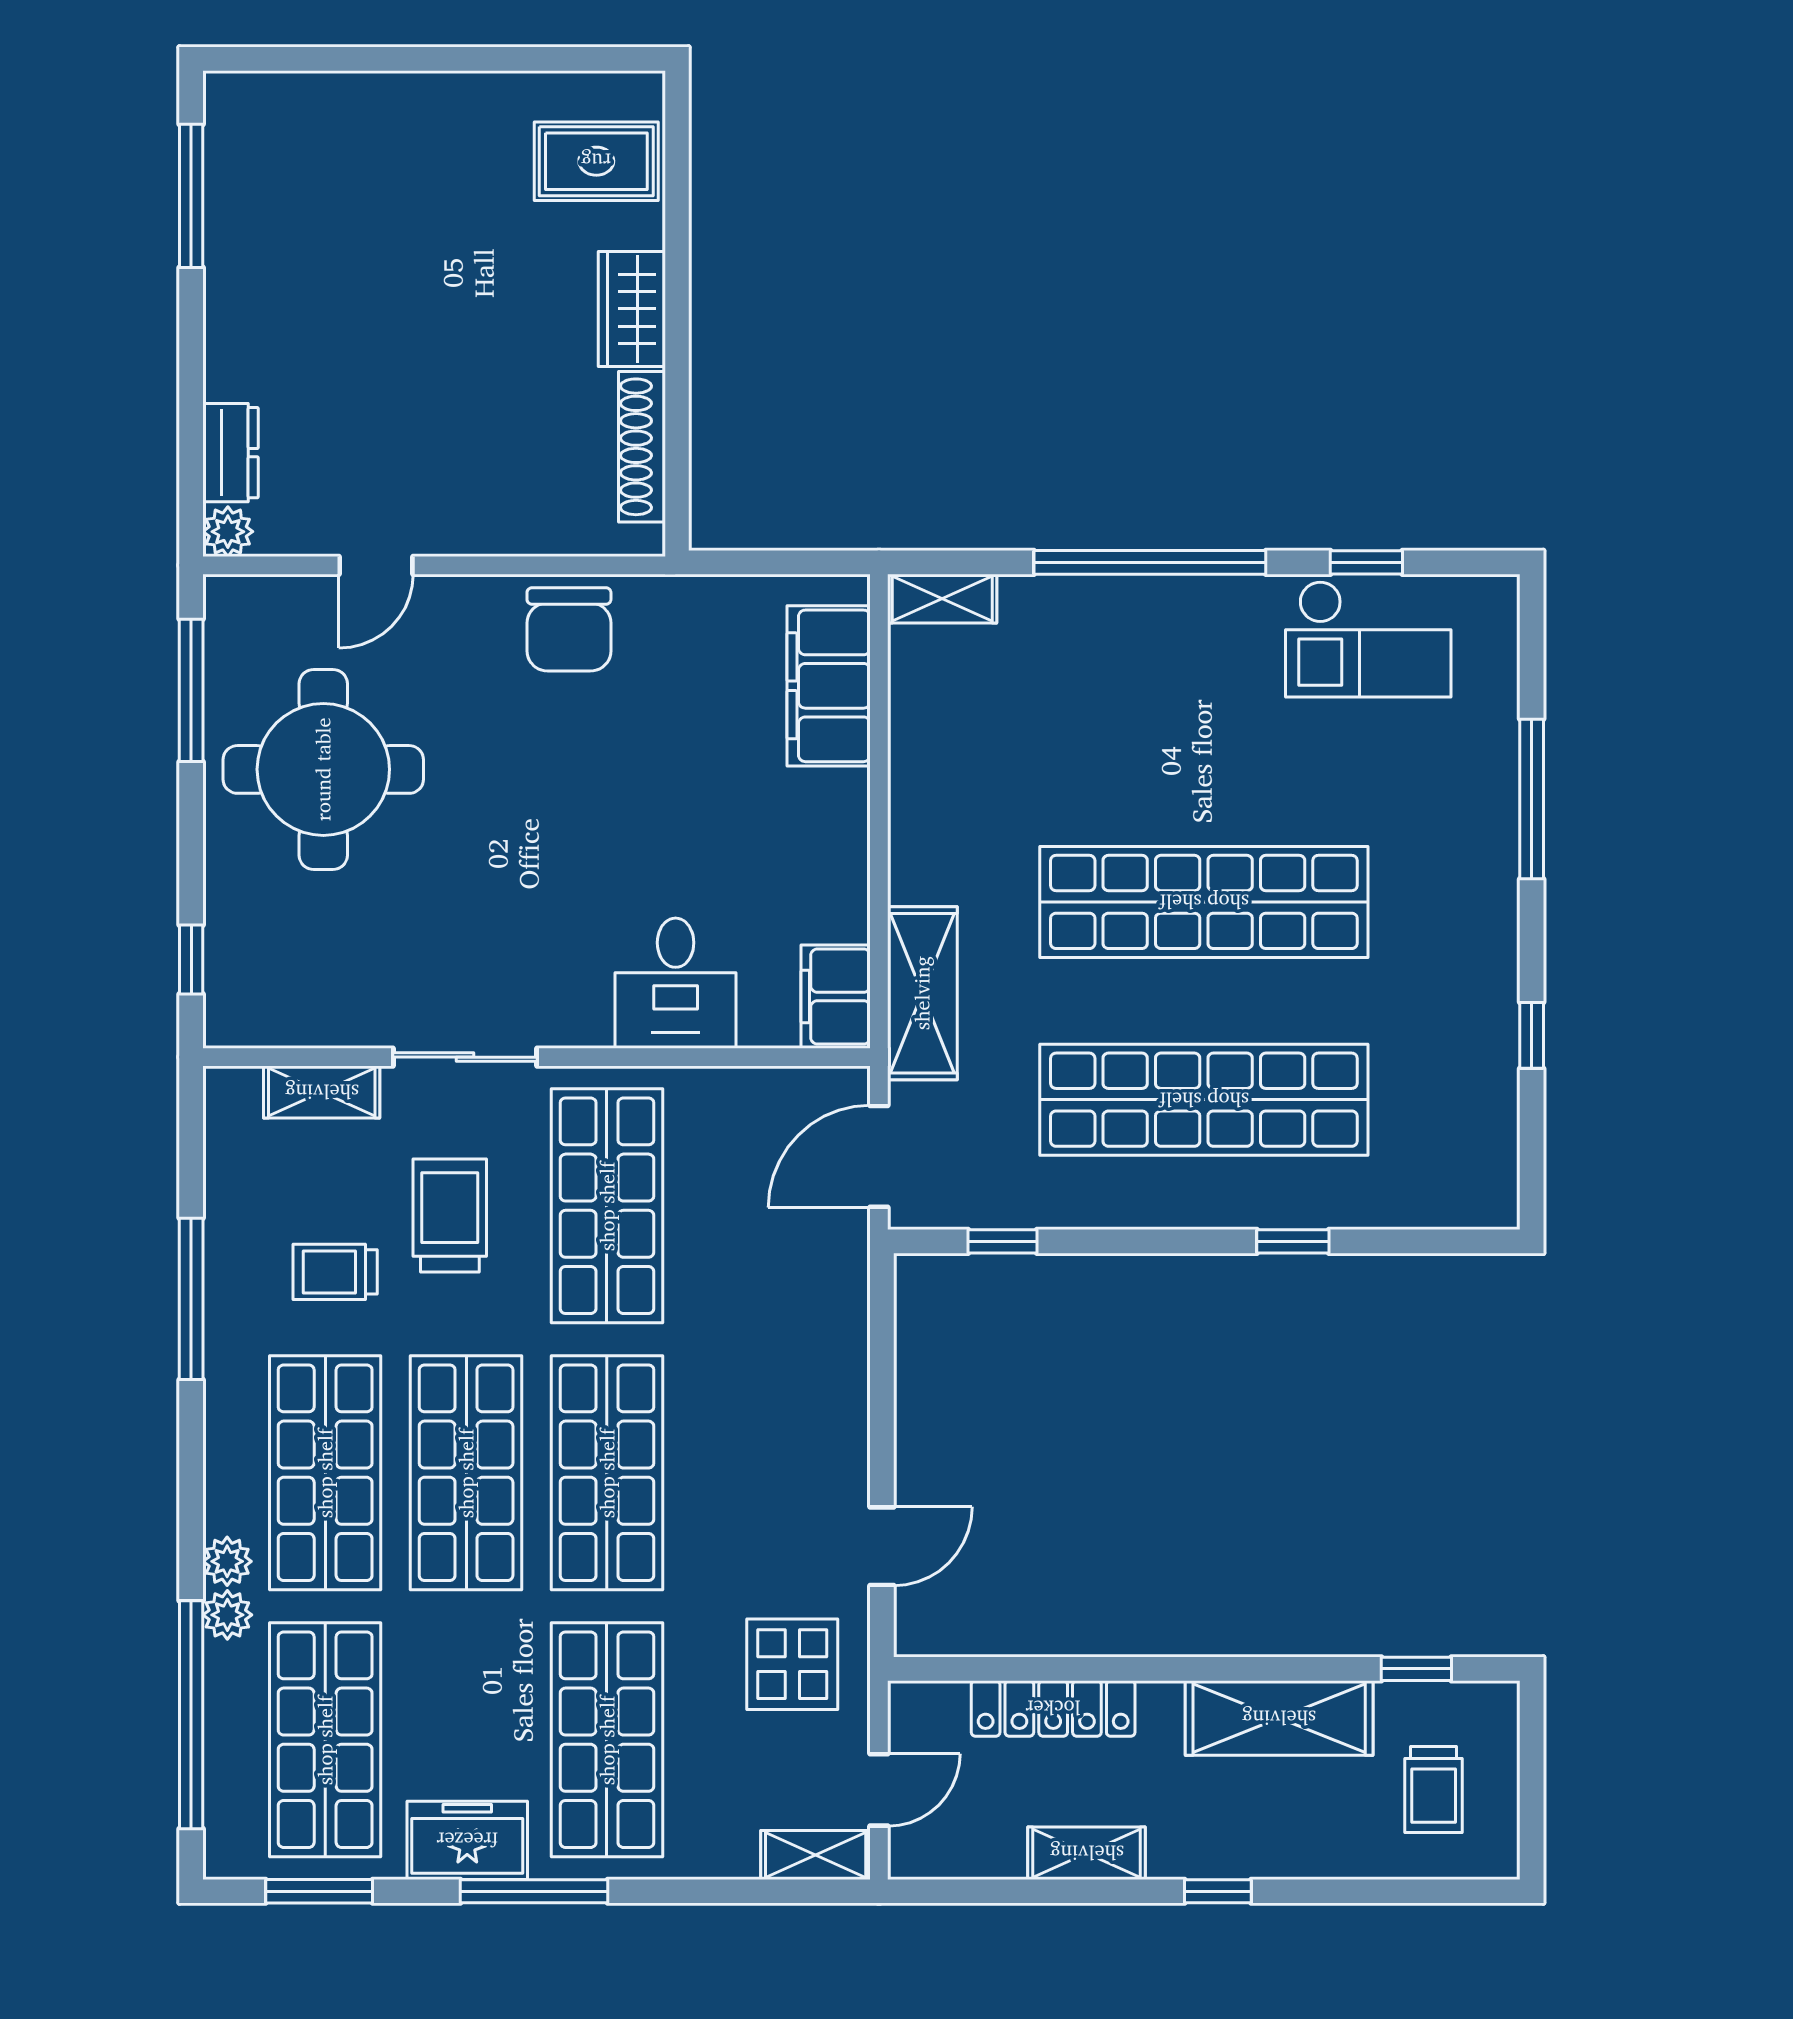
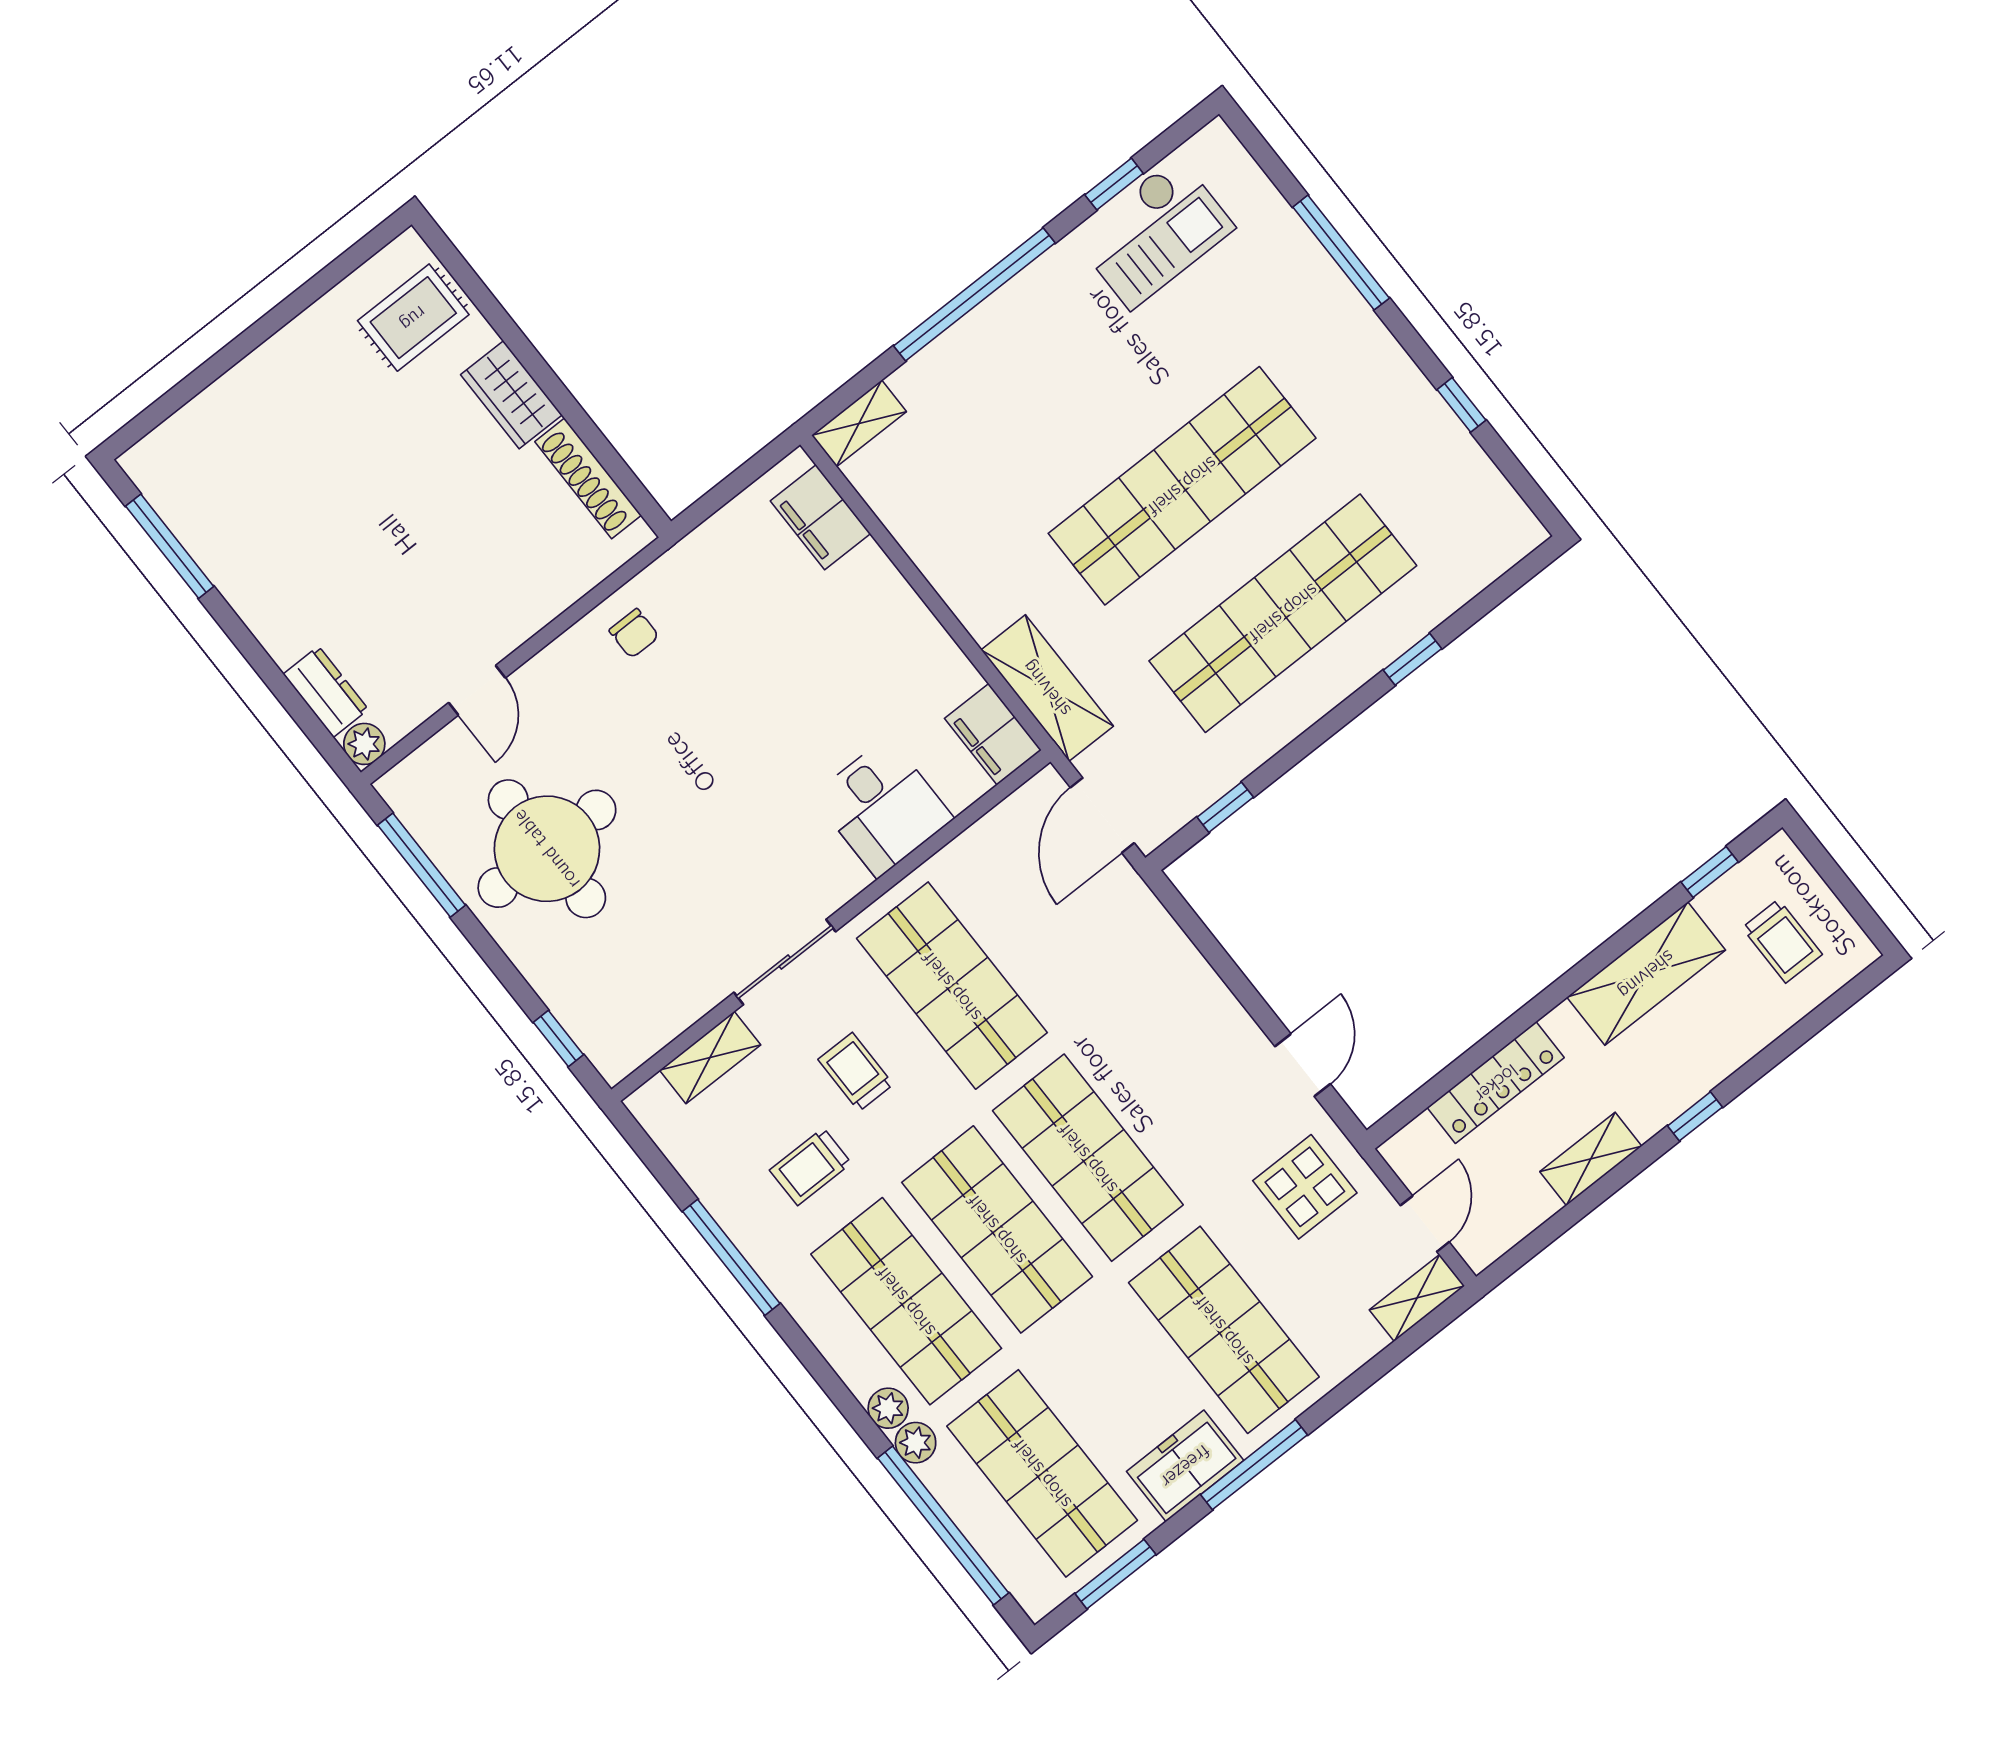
chair: (569, 629) -> (634, 633), width x0.54, depth x0.54
filing cabinet: (829, 686) -> (820, 517), width x0.67, depth x0.86
trolley: (450, 1216) -> (856, 1072), width x0.73, depth x0.72

